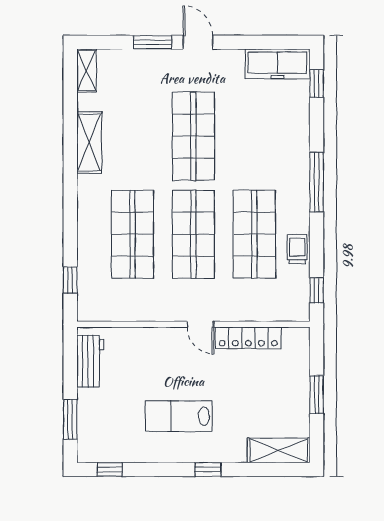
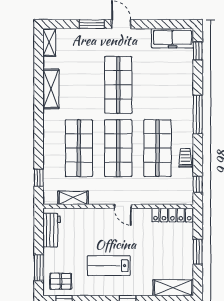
shelving: (123, 311) -> (73, 198), added
locker: (248, 338) -> (172, 215), moved
pallet: (104, 440) -> (61, 281), added

